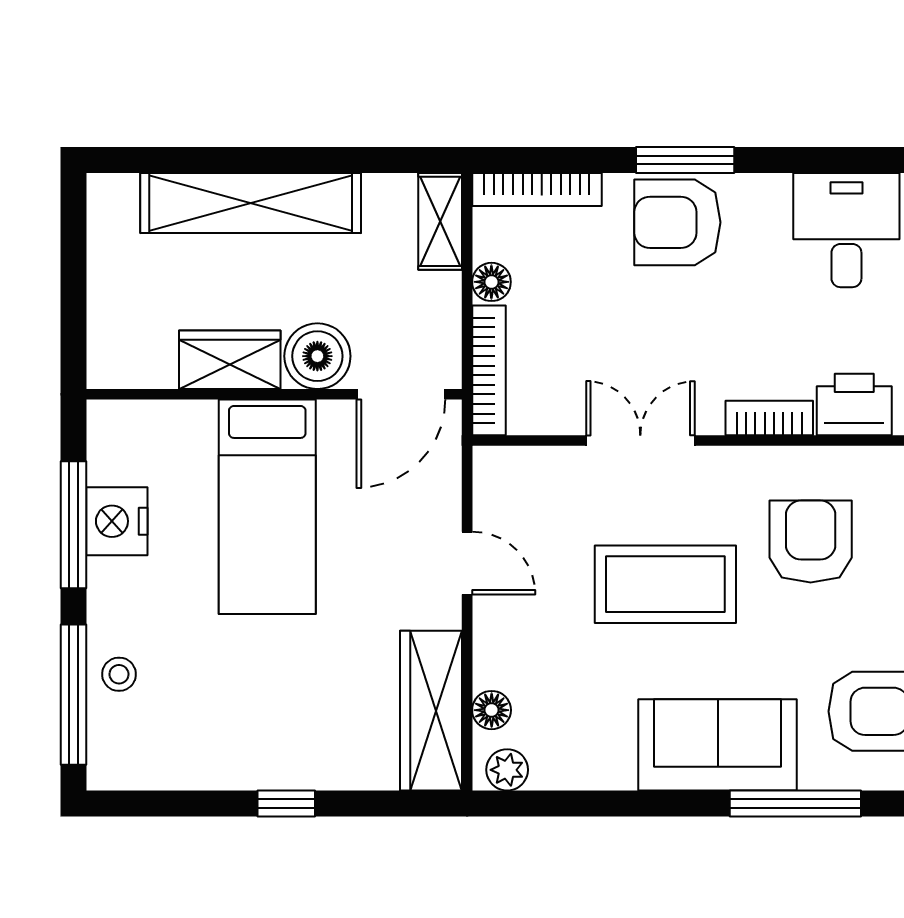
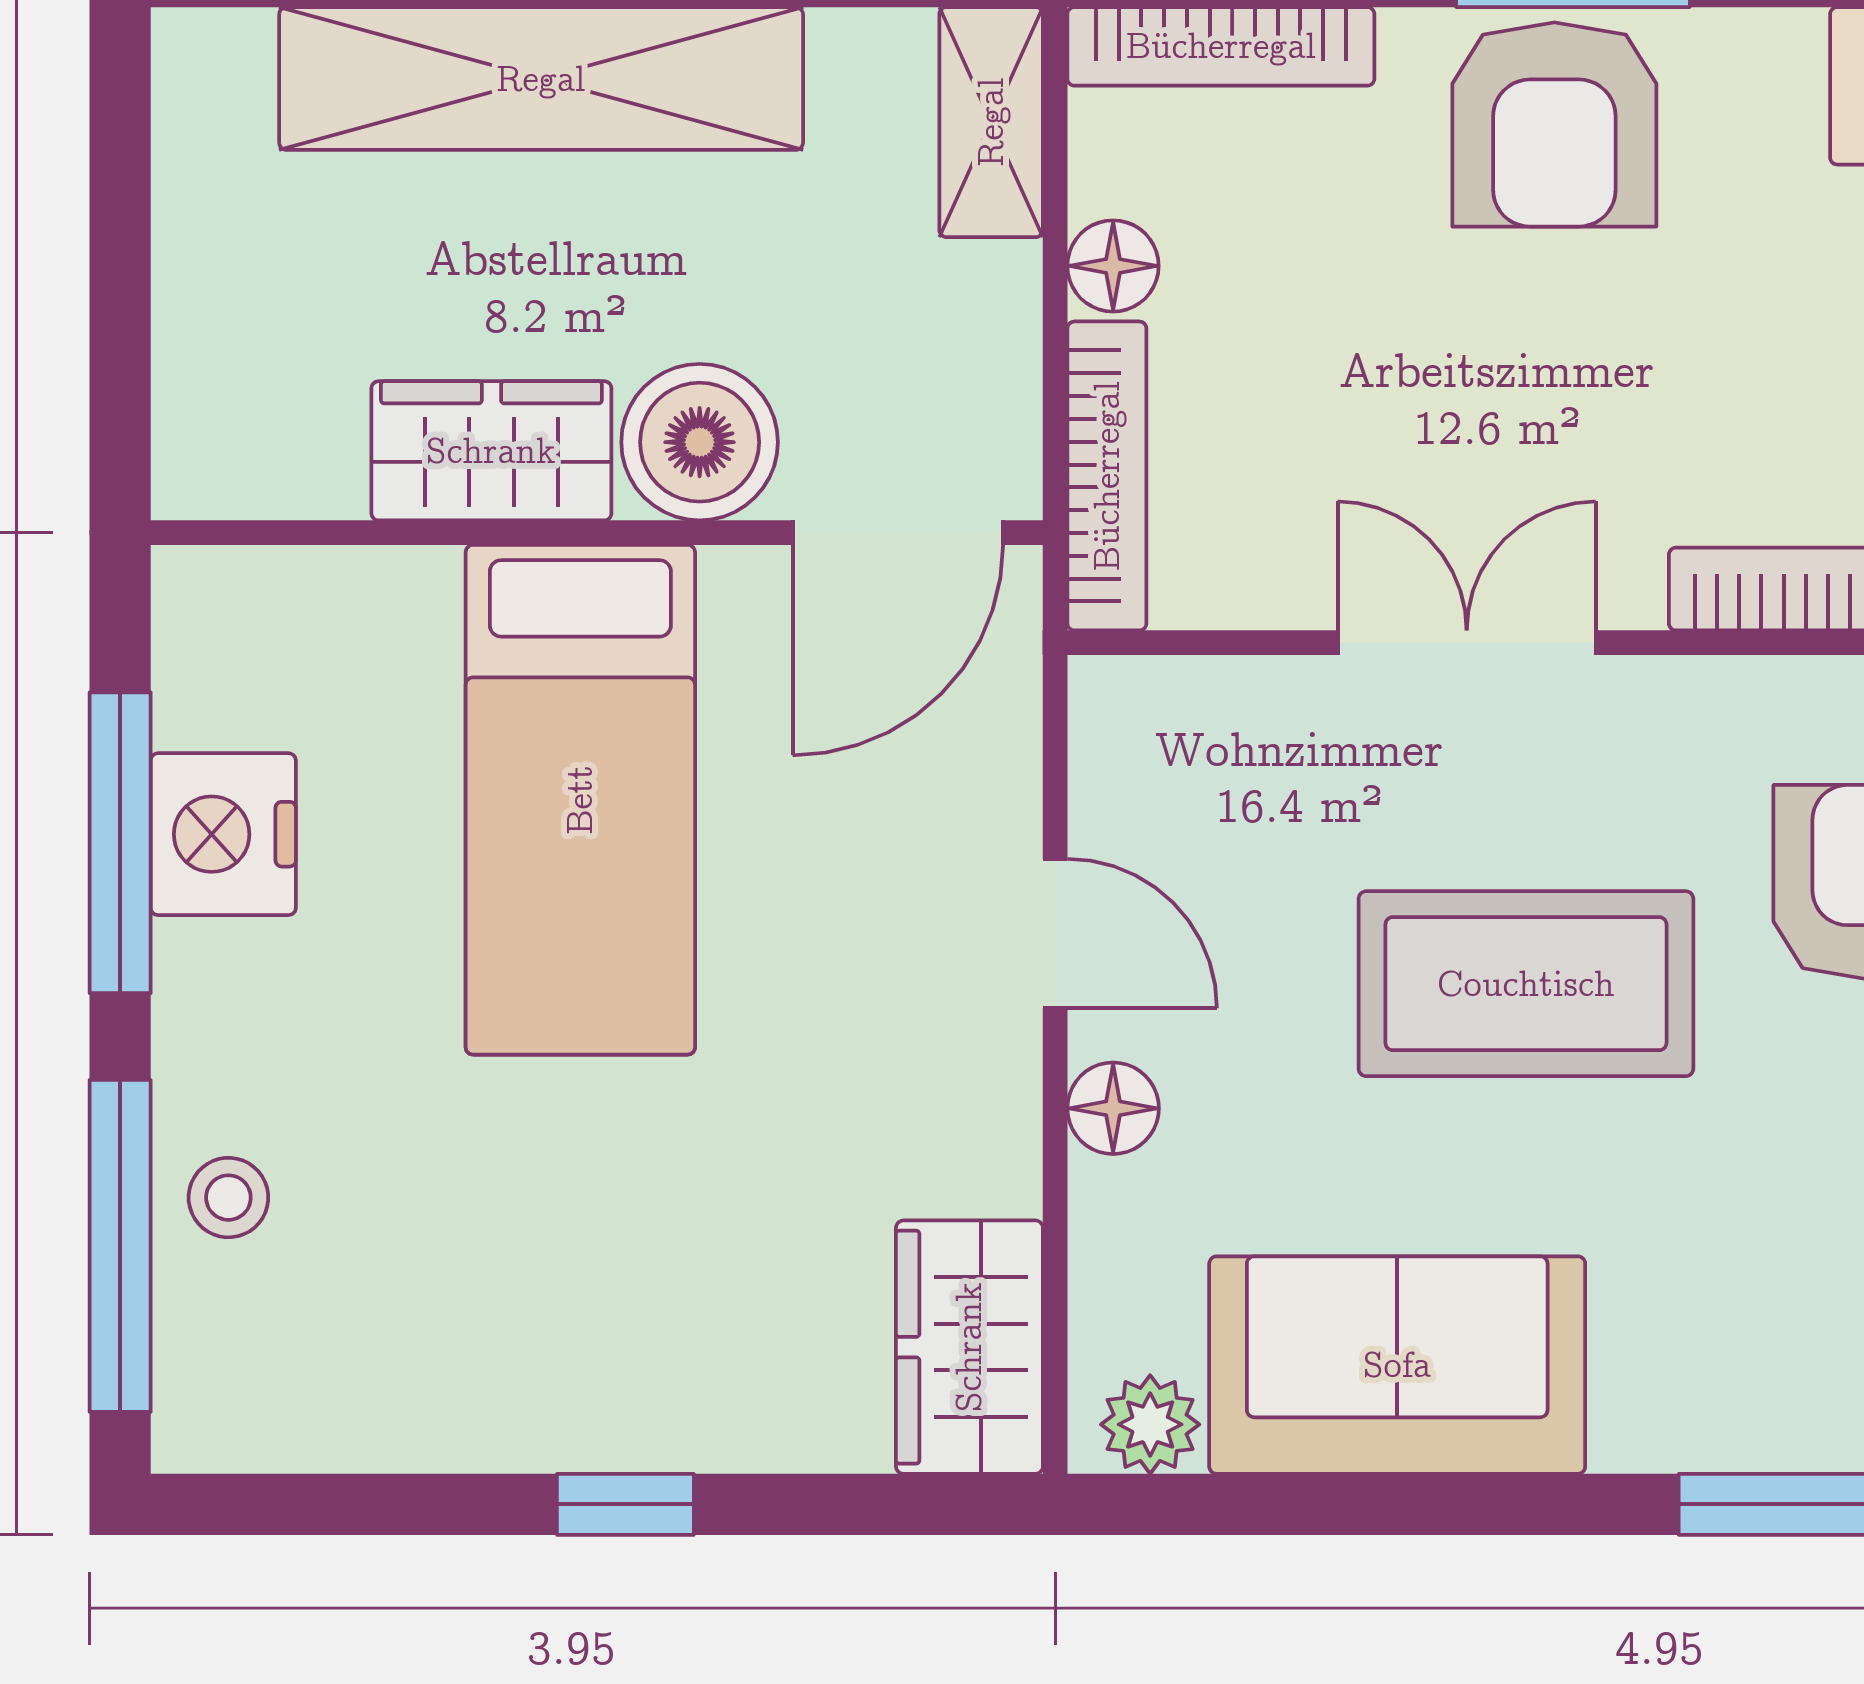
armchair: (677, 222) -> (1554, 124), turned -90
floor lamp: (492, 710) -> (1113, 1108), moved
wardrobe: (431, 711) -> (969, 1347), width x0.67
sofa: (718, 745) -> (1397, 1365), moved

